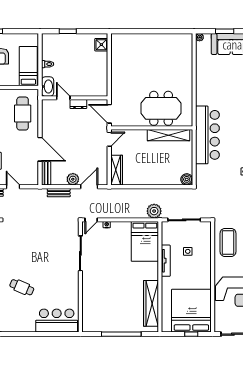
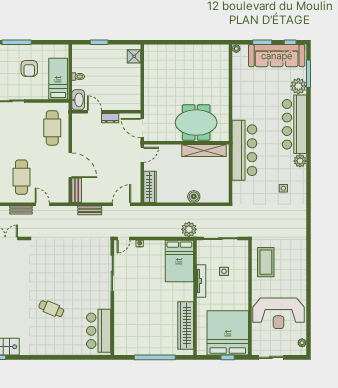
plant: (73, 179) -> (104, 196), removed
boiler: (187, 179) -> (194, 197), moved
bar counter: (57, 320) -> (99, 331), moved, turned -90

